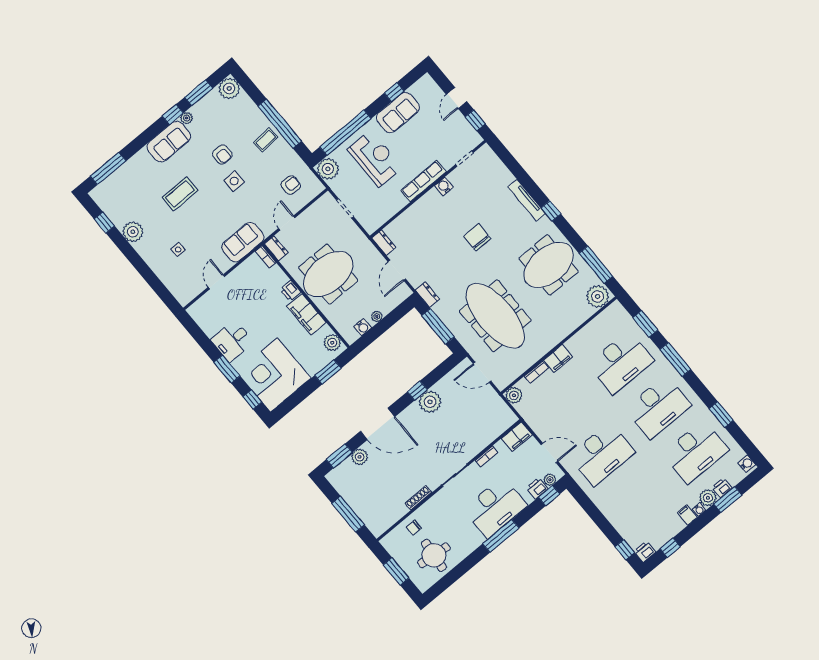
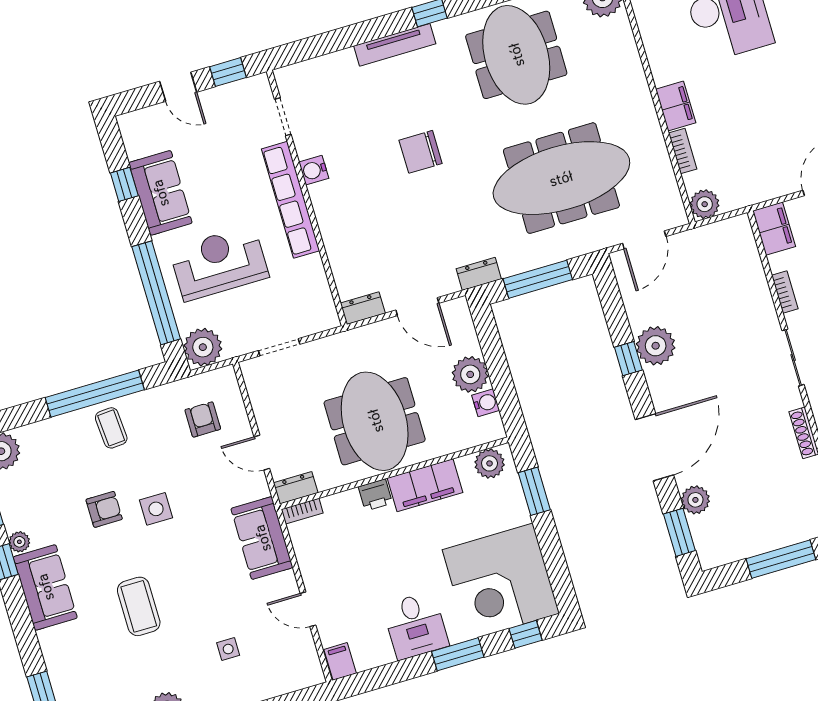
row of seats: (423, 181) -> (291, 200), width x1.36
filing cabinet: (197, 310) -> (340, 661), added
plant: (377, 316) -> (470, 374), width x1.88, depth x1.88

